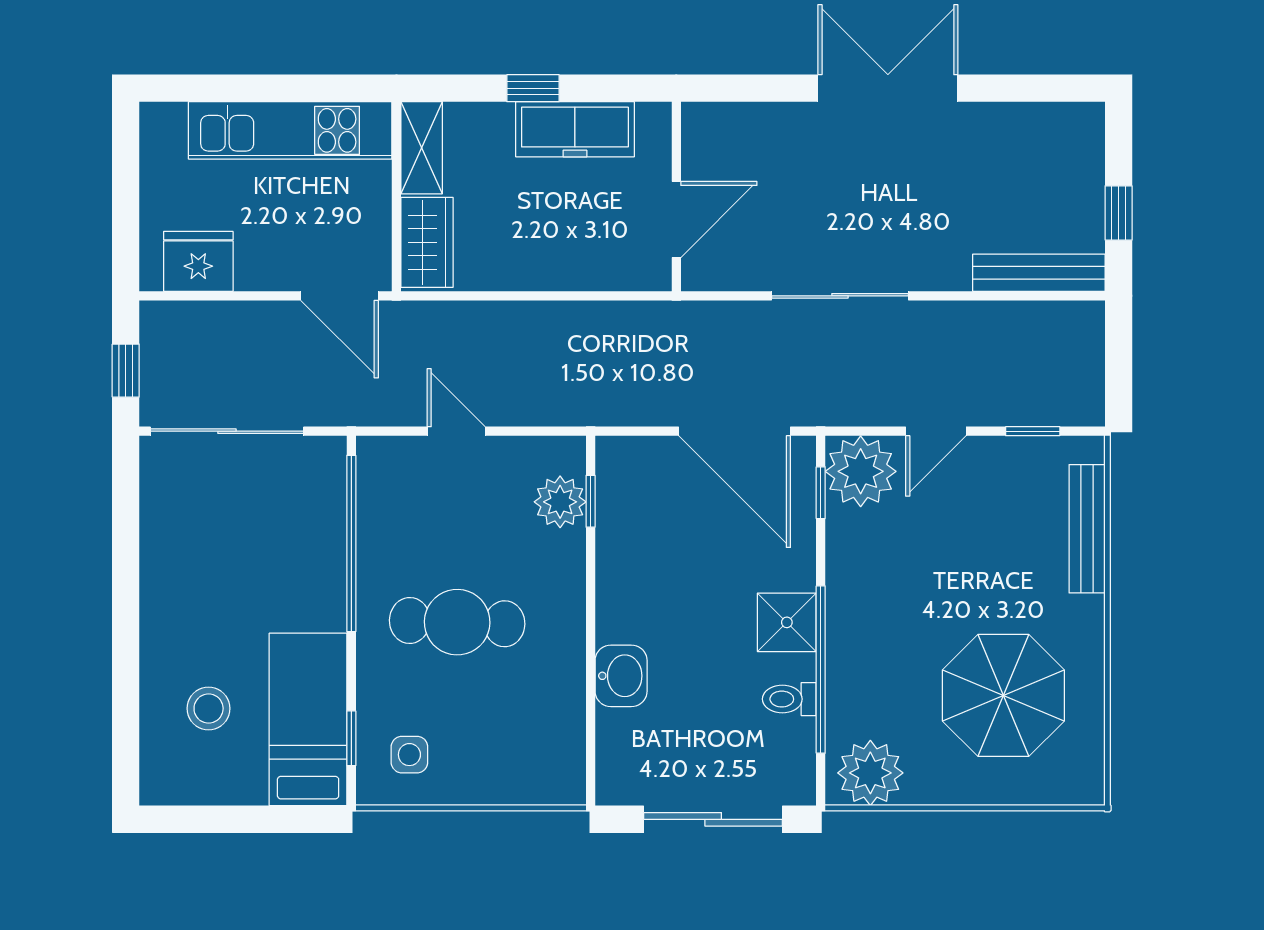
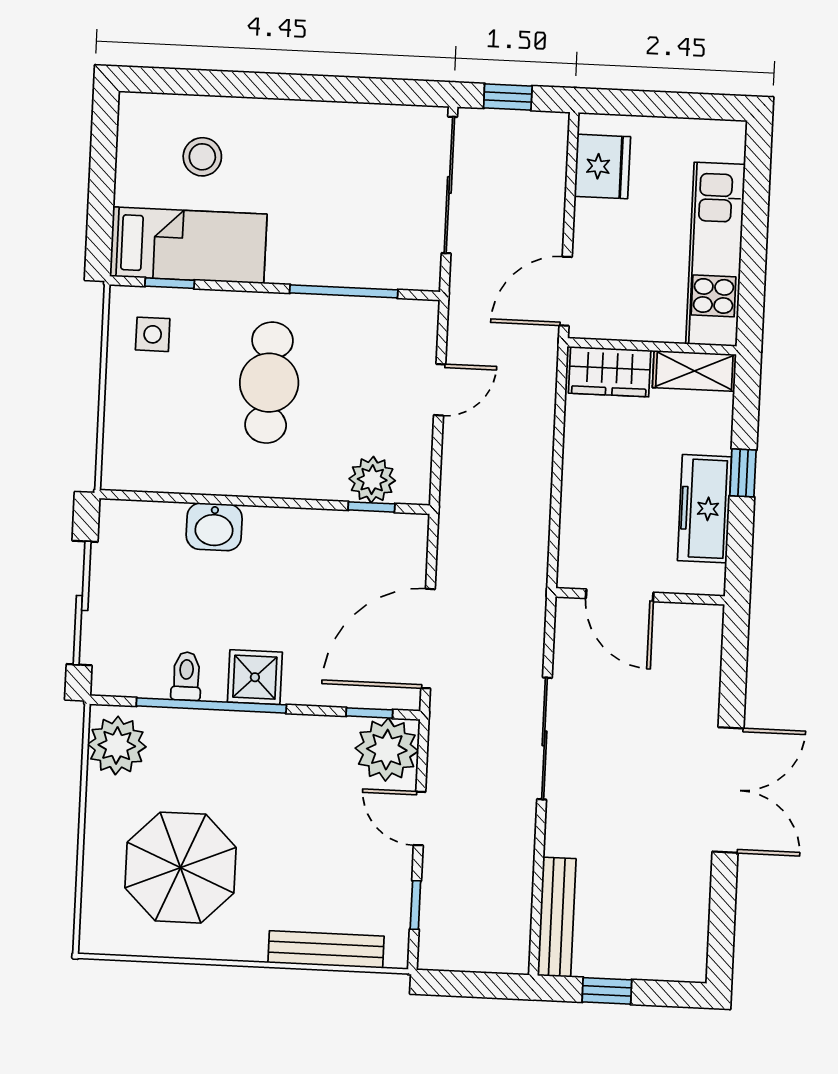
window: (351, 543) -> (344, 291), width x0.68

